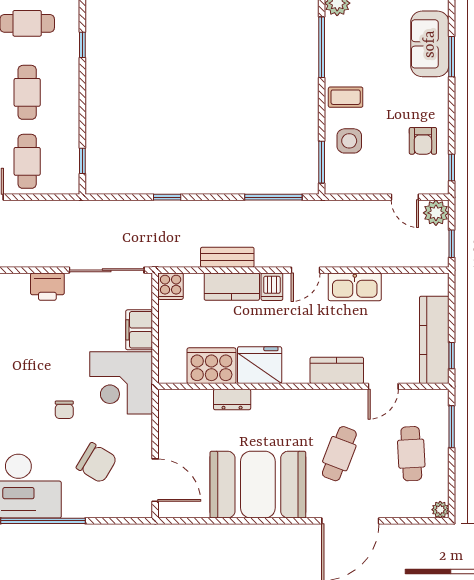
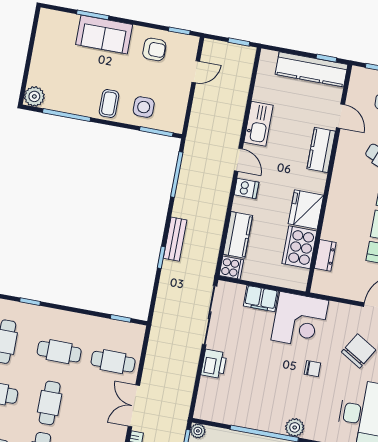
sofa: (430, 44) -> (104, 35), moved
plant: (436, 213) -> (212, 50), removed
bench: (227, 257) -> (175, 239), moved
kitchen counter: (232, 287) -> (238, 235), moved
dresser: (232, 400) -> (325, 255), moved

